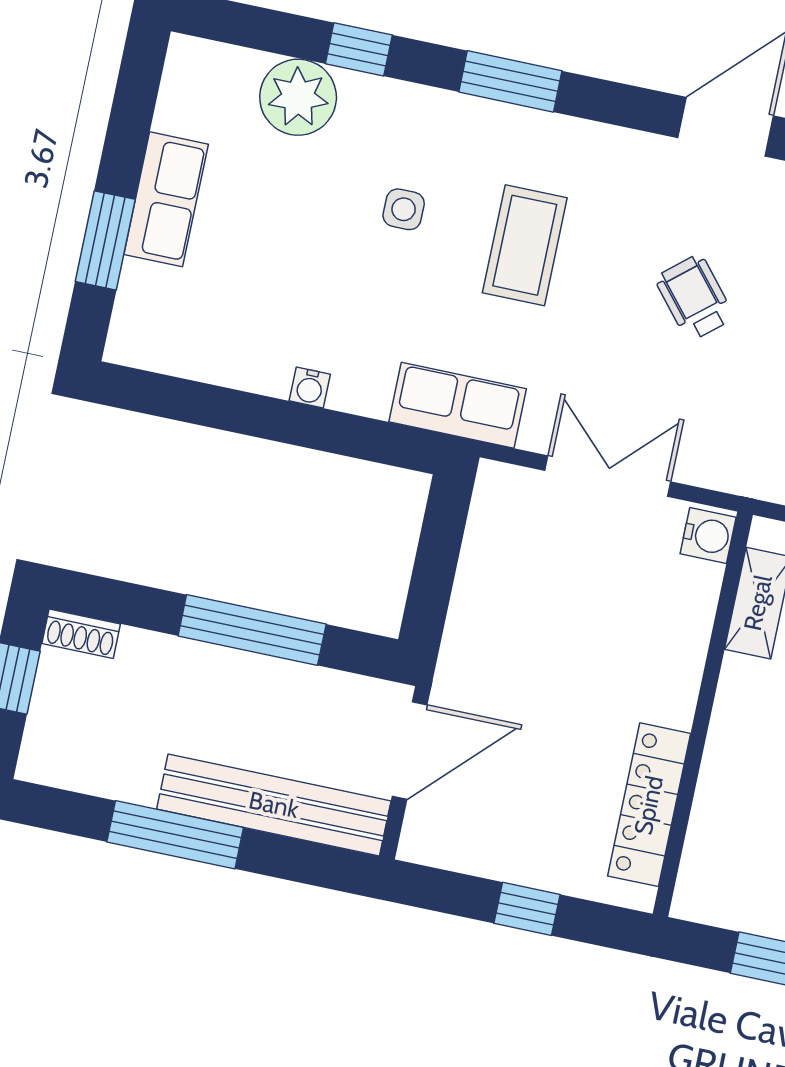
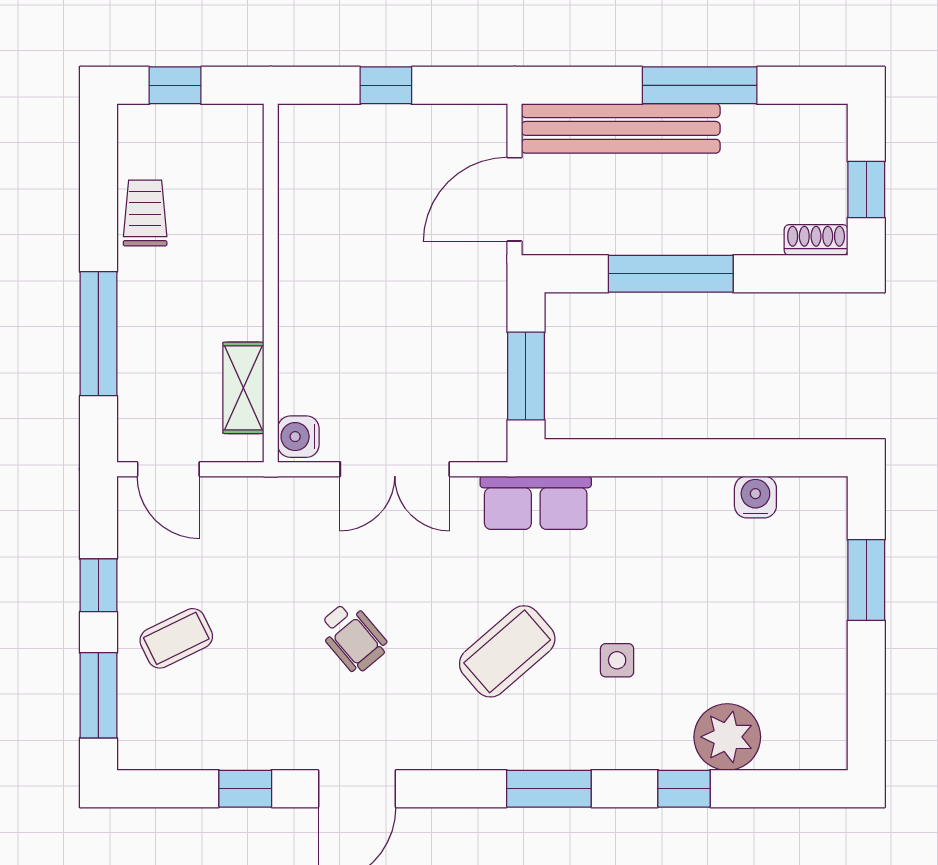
row of seats: (166, 199) -> (822, 626), removed
coffee table: (525, 245) -> (507, 651), turned 49
water cooler: (310, 388) -> (755, 497), moved, width x1.38, depth x1.38
window: (439, 550) -> (526, 376), added
locker: (649, 805) -> (300, 196), removed

